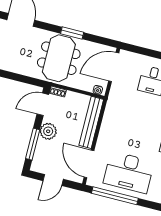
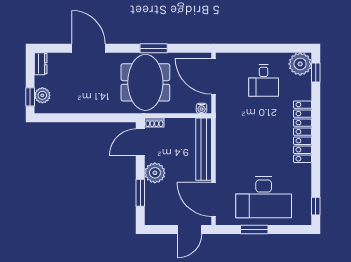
door: (114, 67) -> (214, 76), hinge flipped
window: (33, 144) -> (140, 193), width x0.69
door: (53, 180) -> (190, 229), moved
window: (115, 196) -> (254, 229), width x0.47

